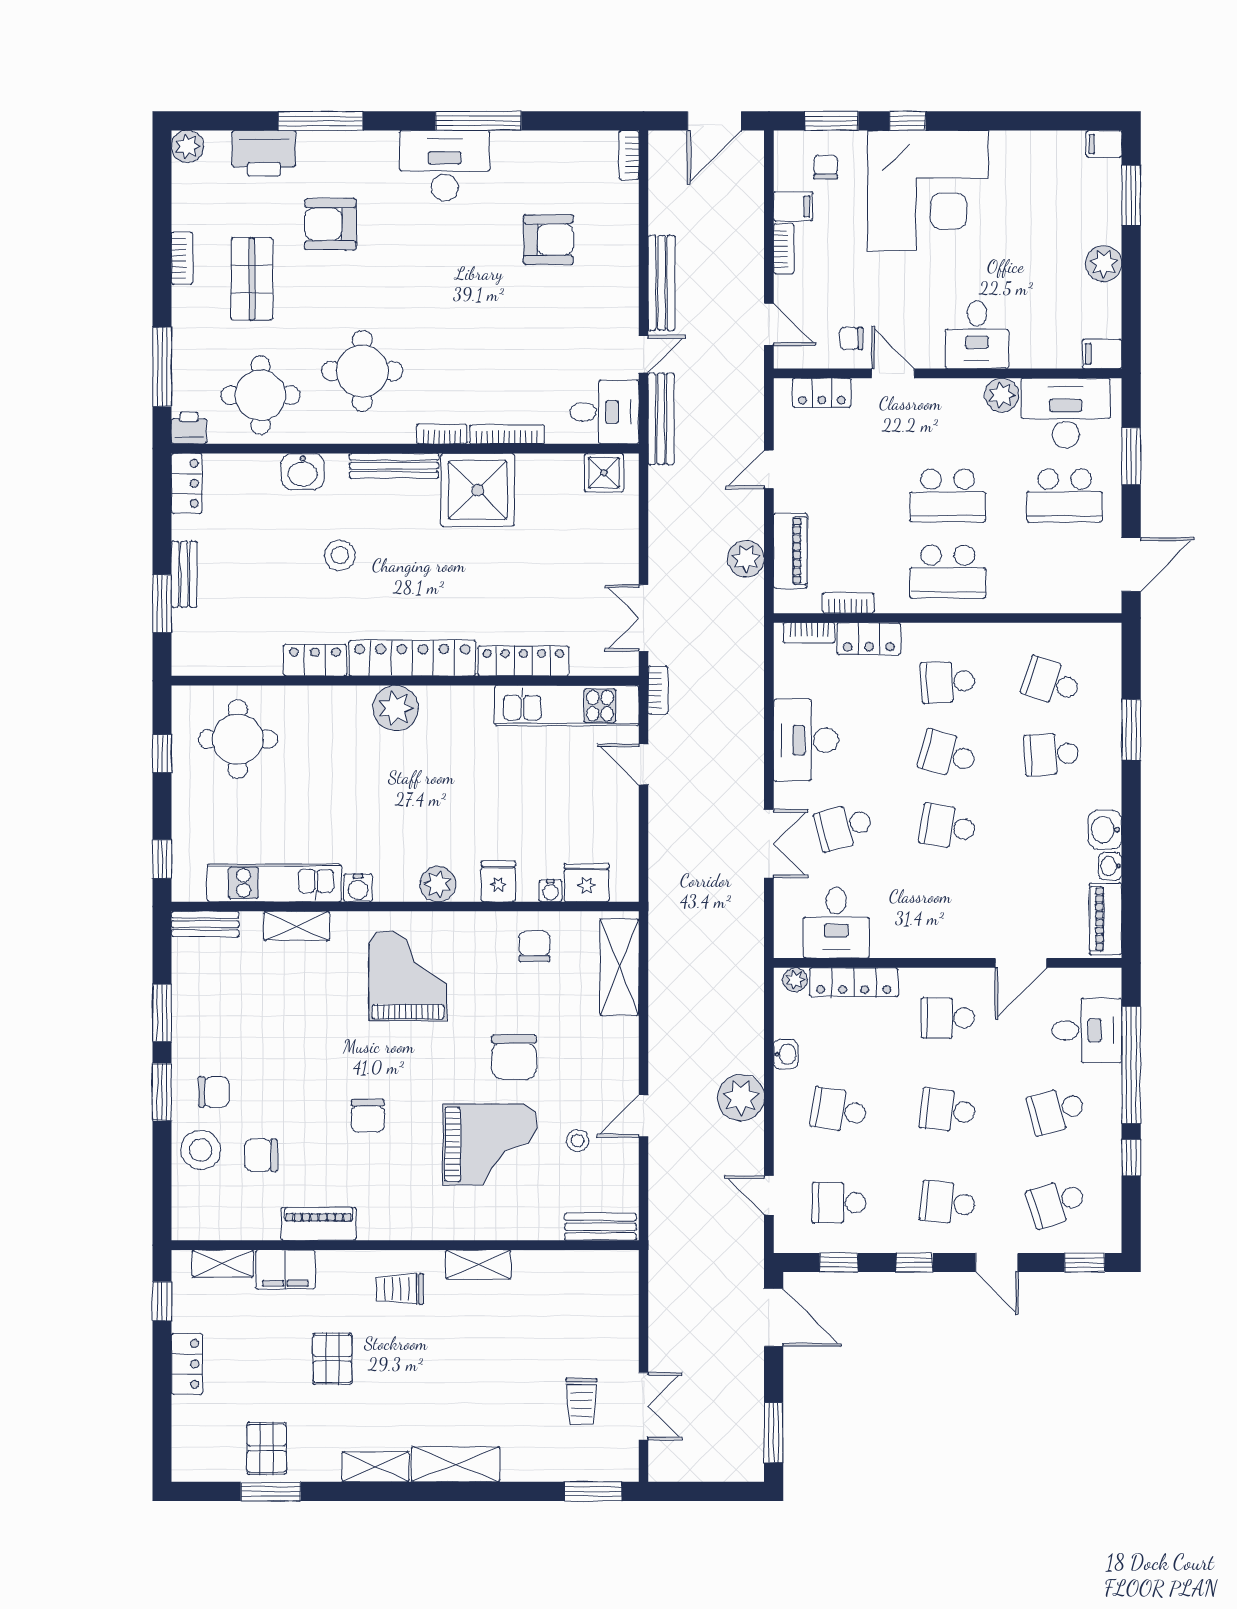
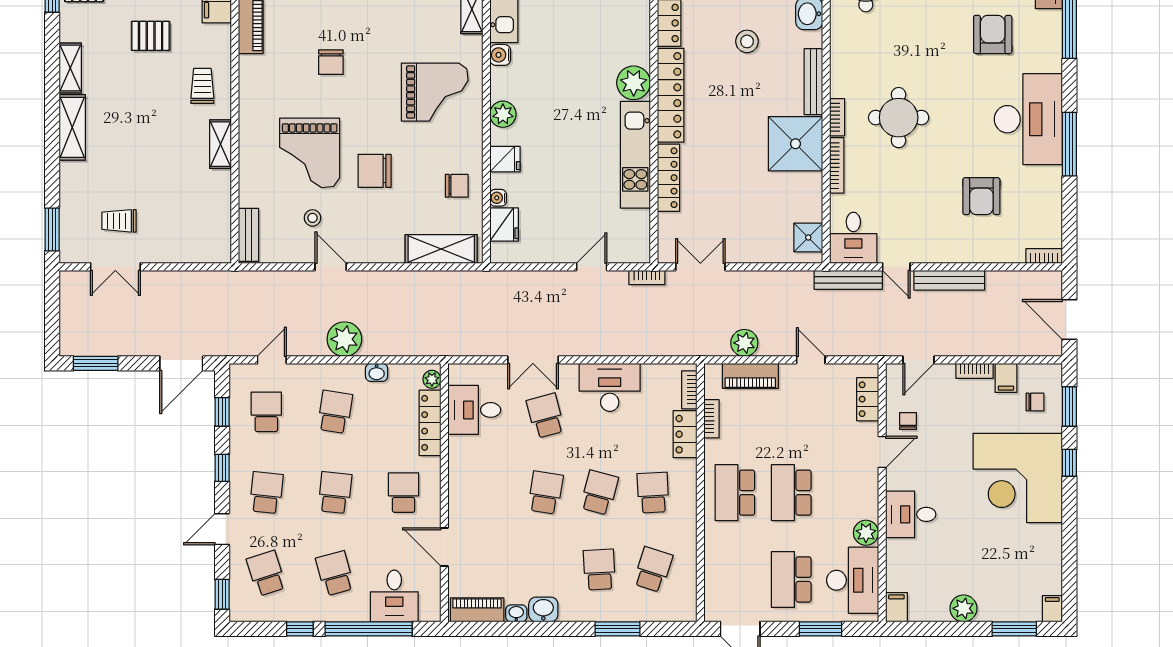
desk: (445, 166) -> (1028, 119), width x1.36, depth x1.30
round table: (362, 371) -> (899, 118), moved
kitchen unit: (567, 706) -> (635, 155), moved
chair: (368, 1116) -> (331, 62), turned -90

